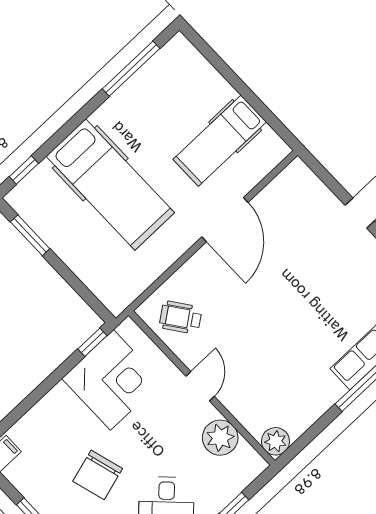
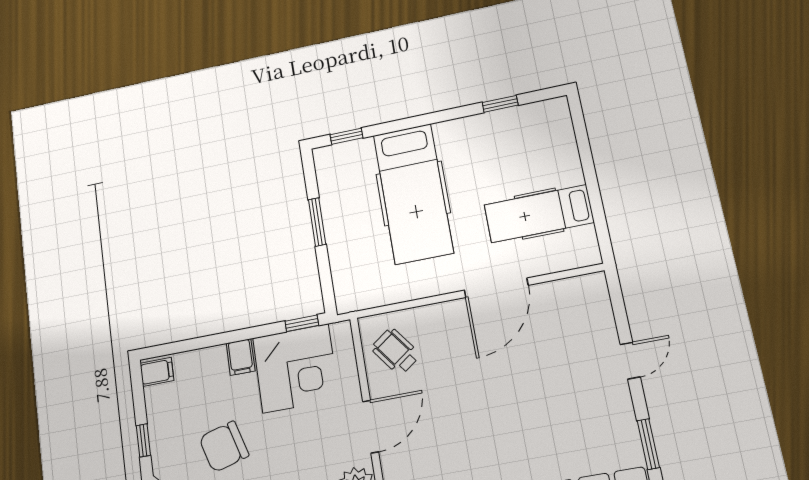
window: (131, 69) -> (500, 104), width x0.46
window: (30, 235) -> (317, 222), moved
door: (200, 386) -> (371, 427), width x1.38
filing cabinet: (62, 399) -> (241, 357), added

